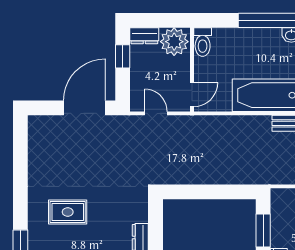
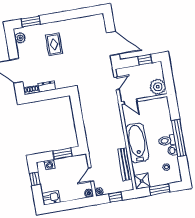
dresser: (144, 36) -> (158, 70), removed
toilet: (203, 42) -> (167, 140), moved

